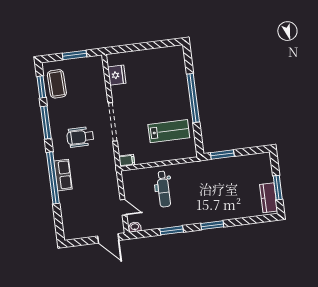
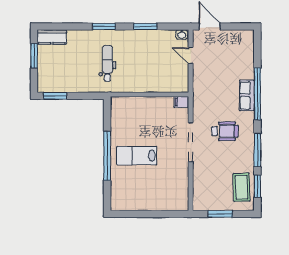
fridge: (117, 75) -> (181, 188), removed
lab bench: (169, 131) -> (137, 156), moved
window: (222, 155) -> (55, 96), moved
dental chair: (163, 189) -> (107, 63), moved
kitchen counter: (268, 198) -> (52, 37), moved, turned 90

